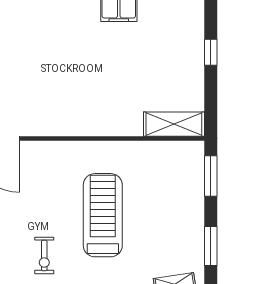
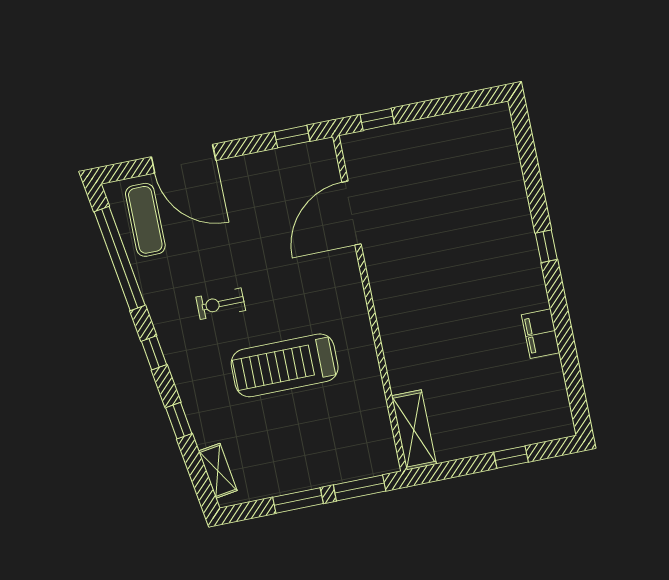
treadmill: (103, 215) -> (285, 365), turned 180
window: (211, 246) -> (298, 500), moved

